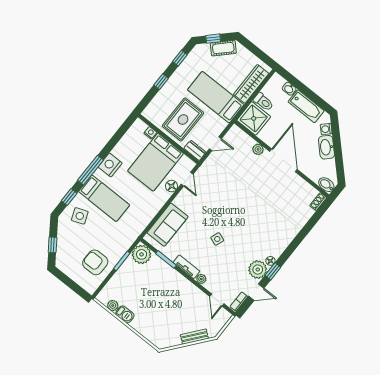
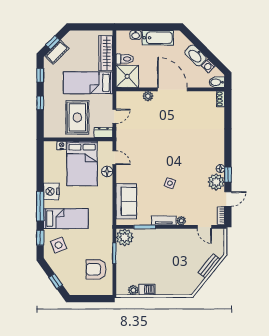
cot: (223, 48) -> (57, 52), moved
washing machine: (326, 129) -> (208, 66), moved

